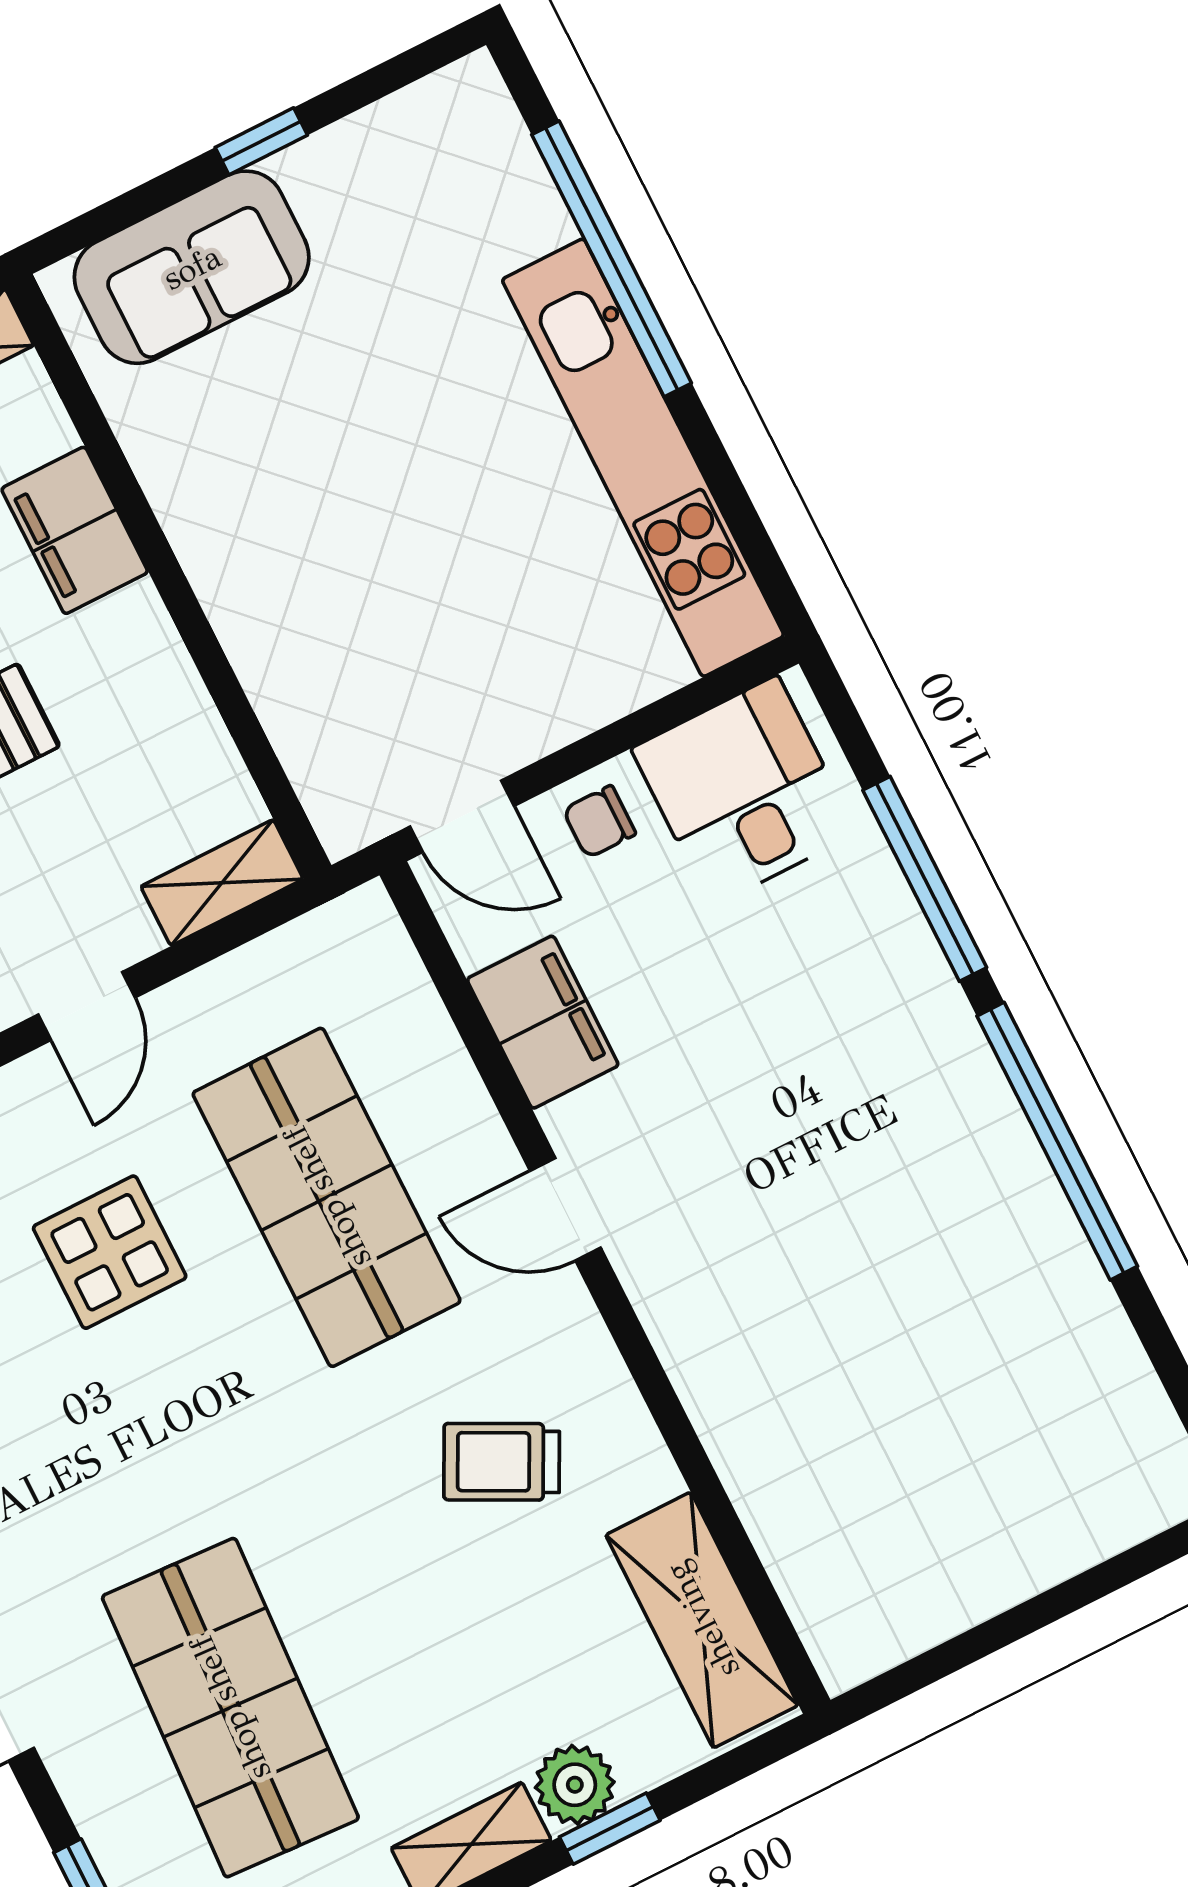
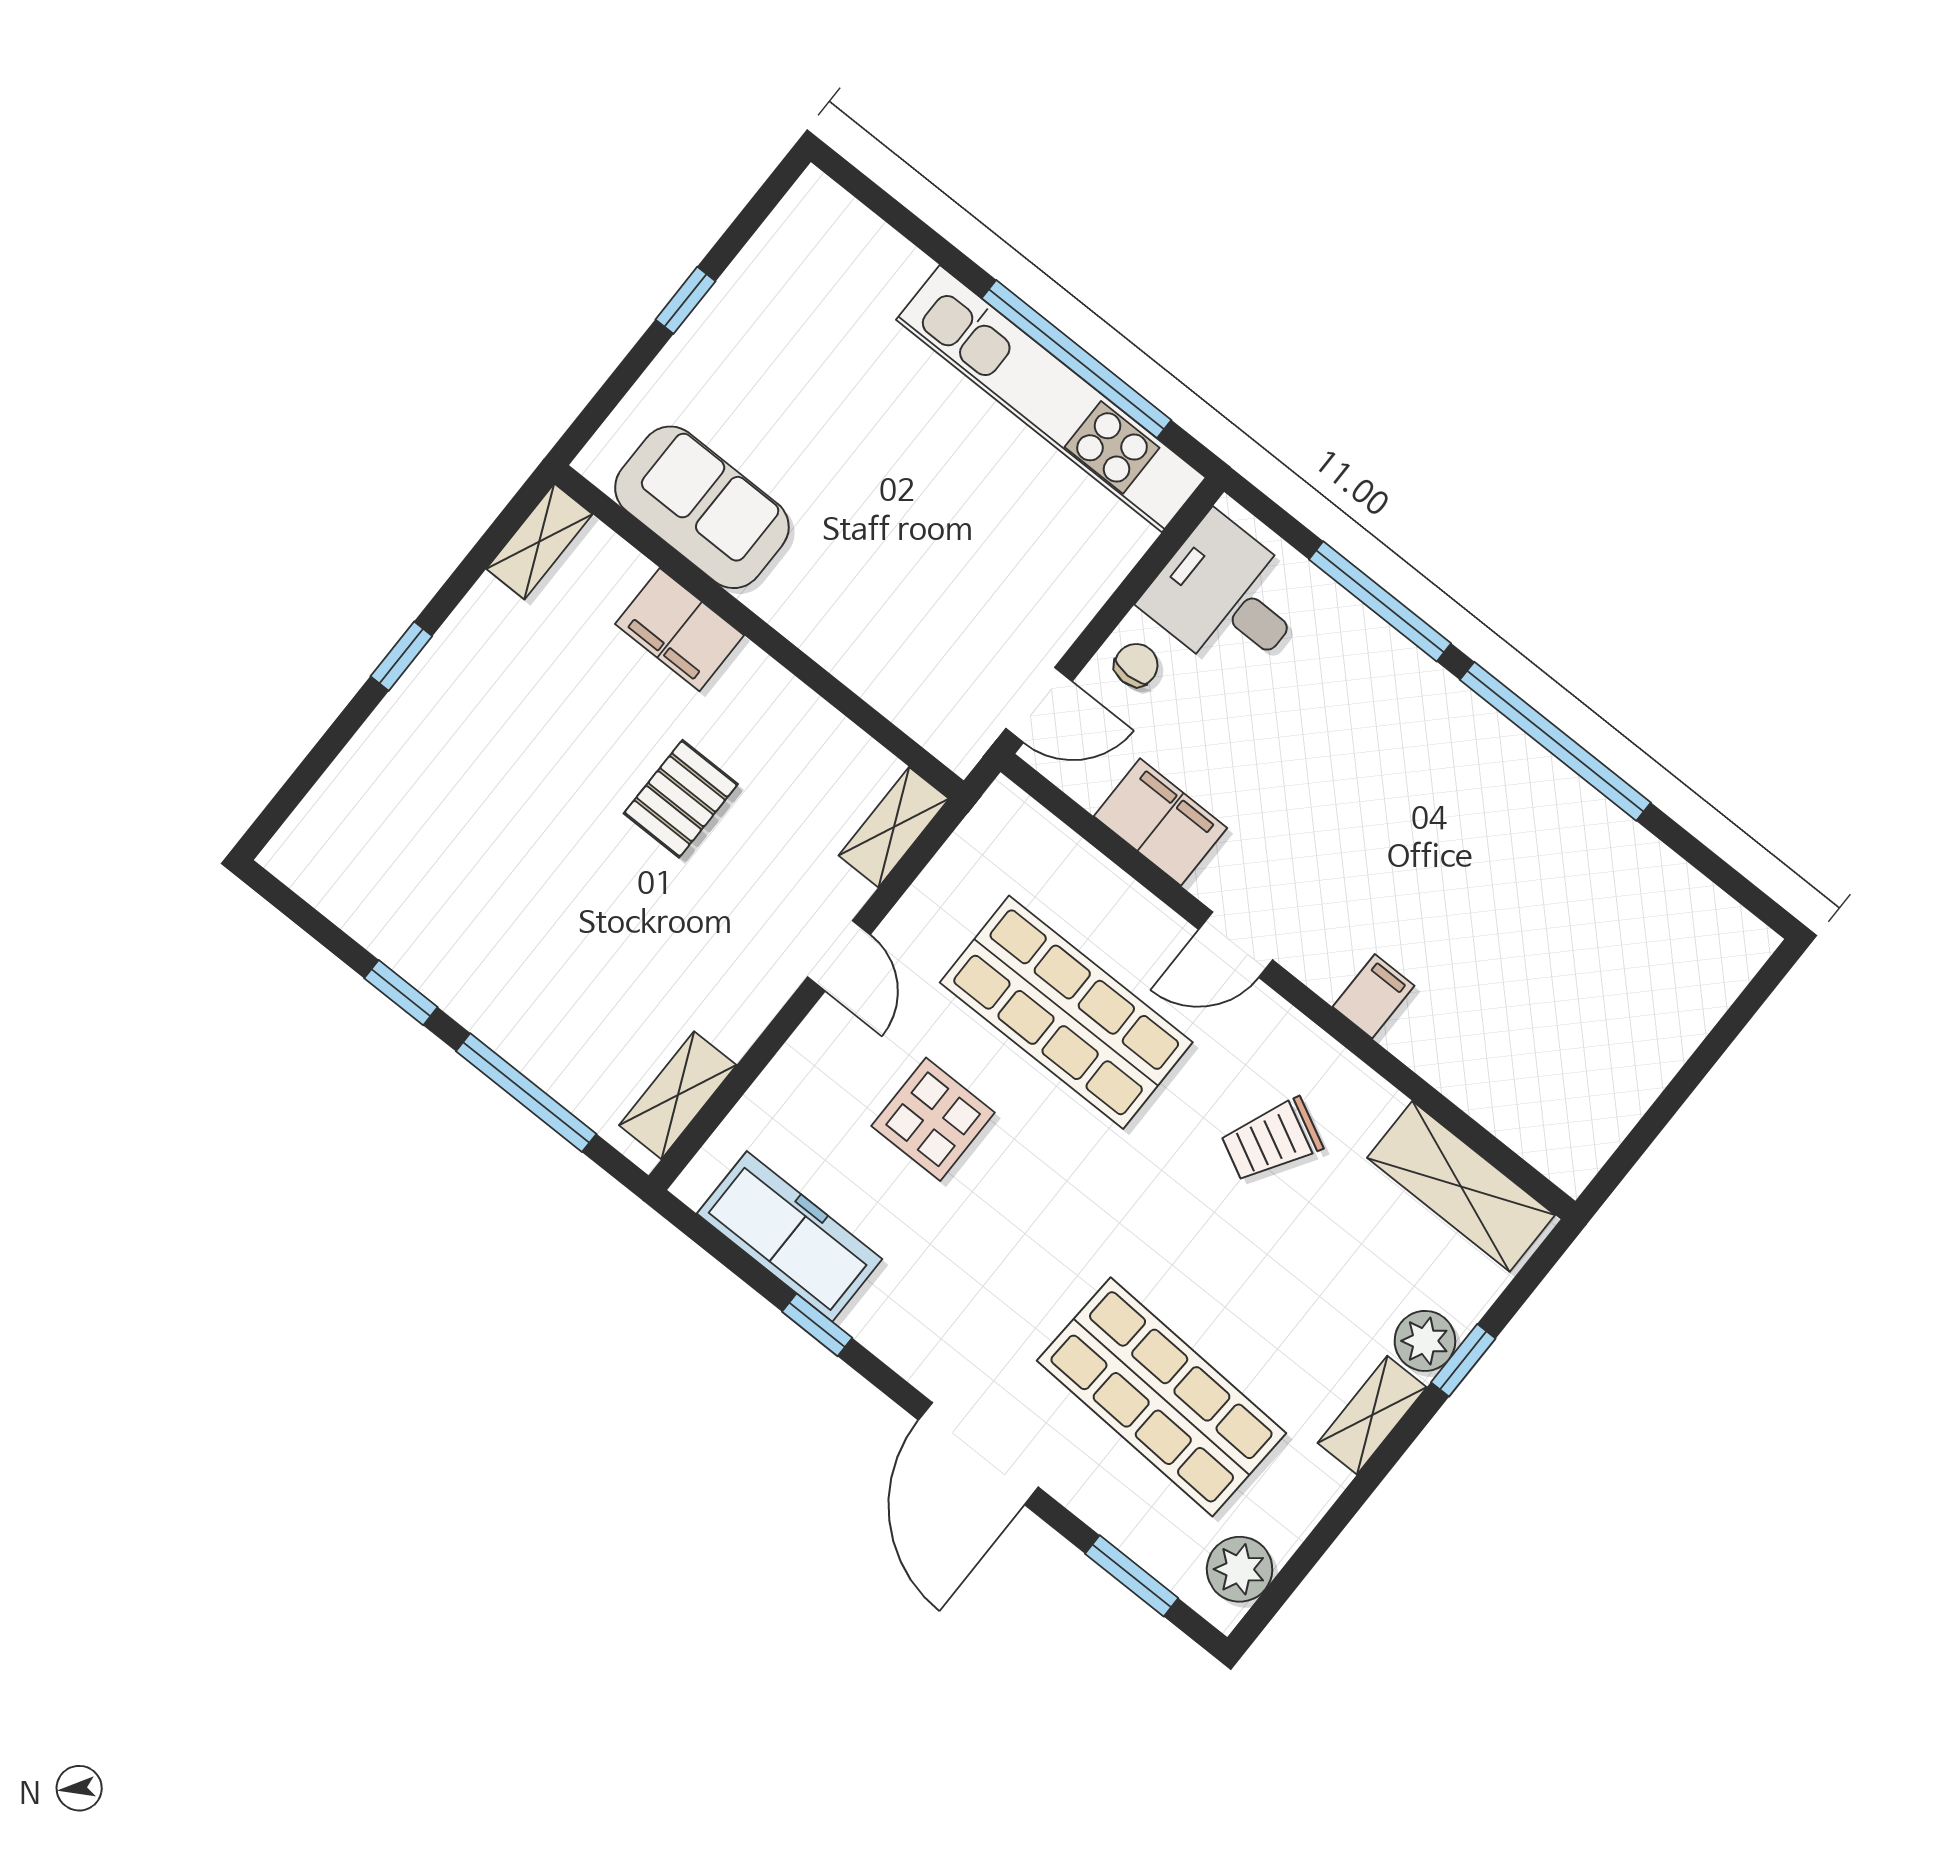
window: (612, 259) -> (1077, 359), moved
sofa: (192, 267) -> (702, 507), moved, turned -90
chair: (599, 822) -> (1136, 665), turned 180
filing cabinet: (701, 1346) -> (1374, 996), added

